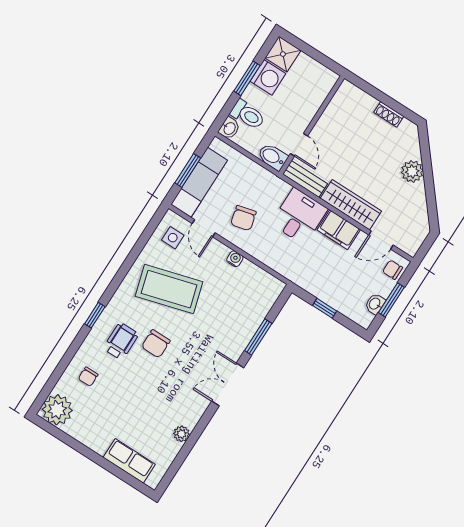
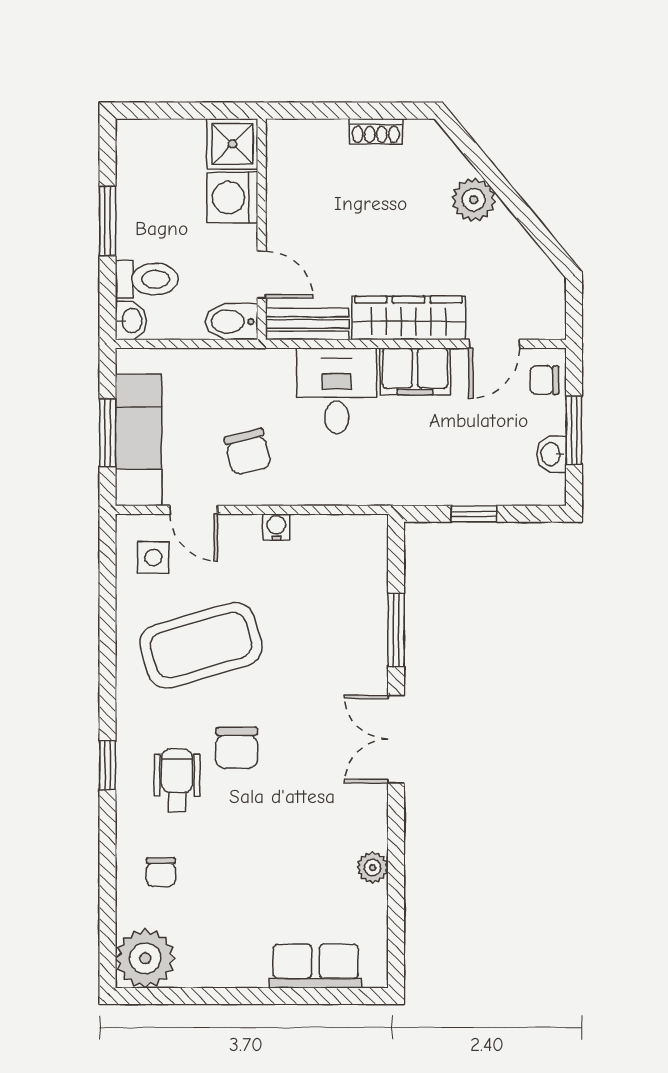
shower: (283, 54) -> (232, 144), moved
washing machine: (268, 77) -> (233, 198), moved, turned 180

